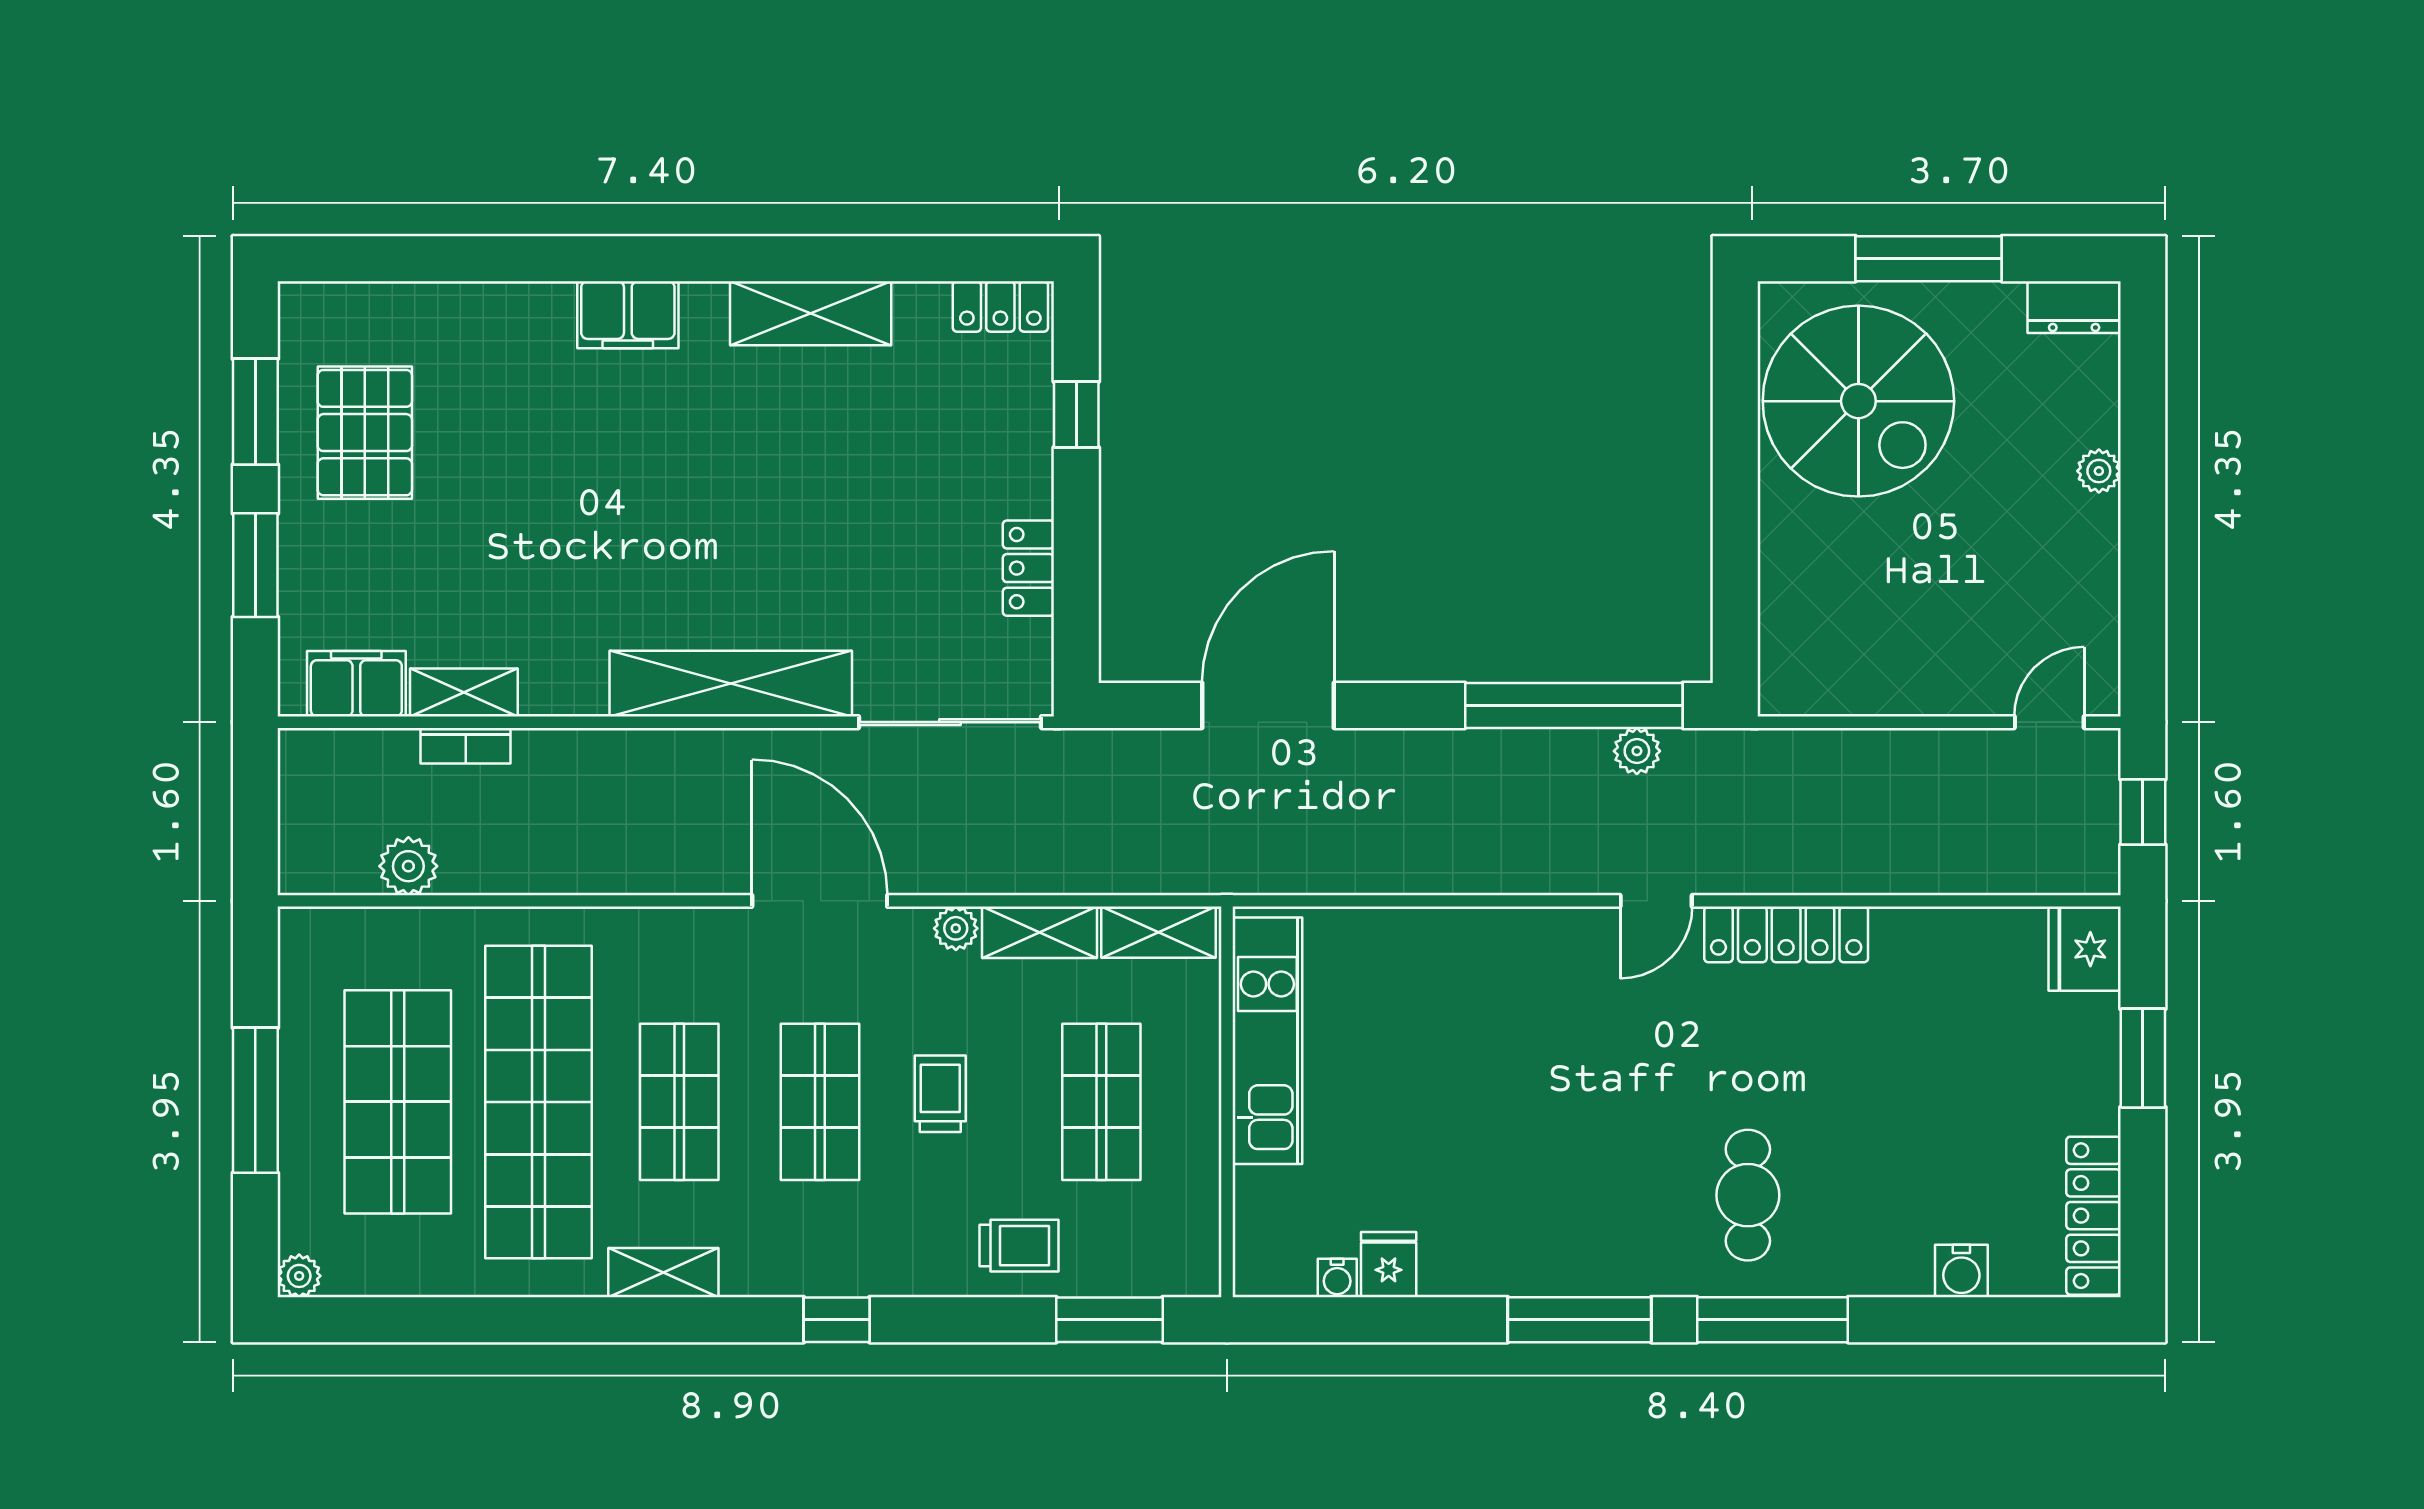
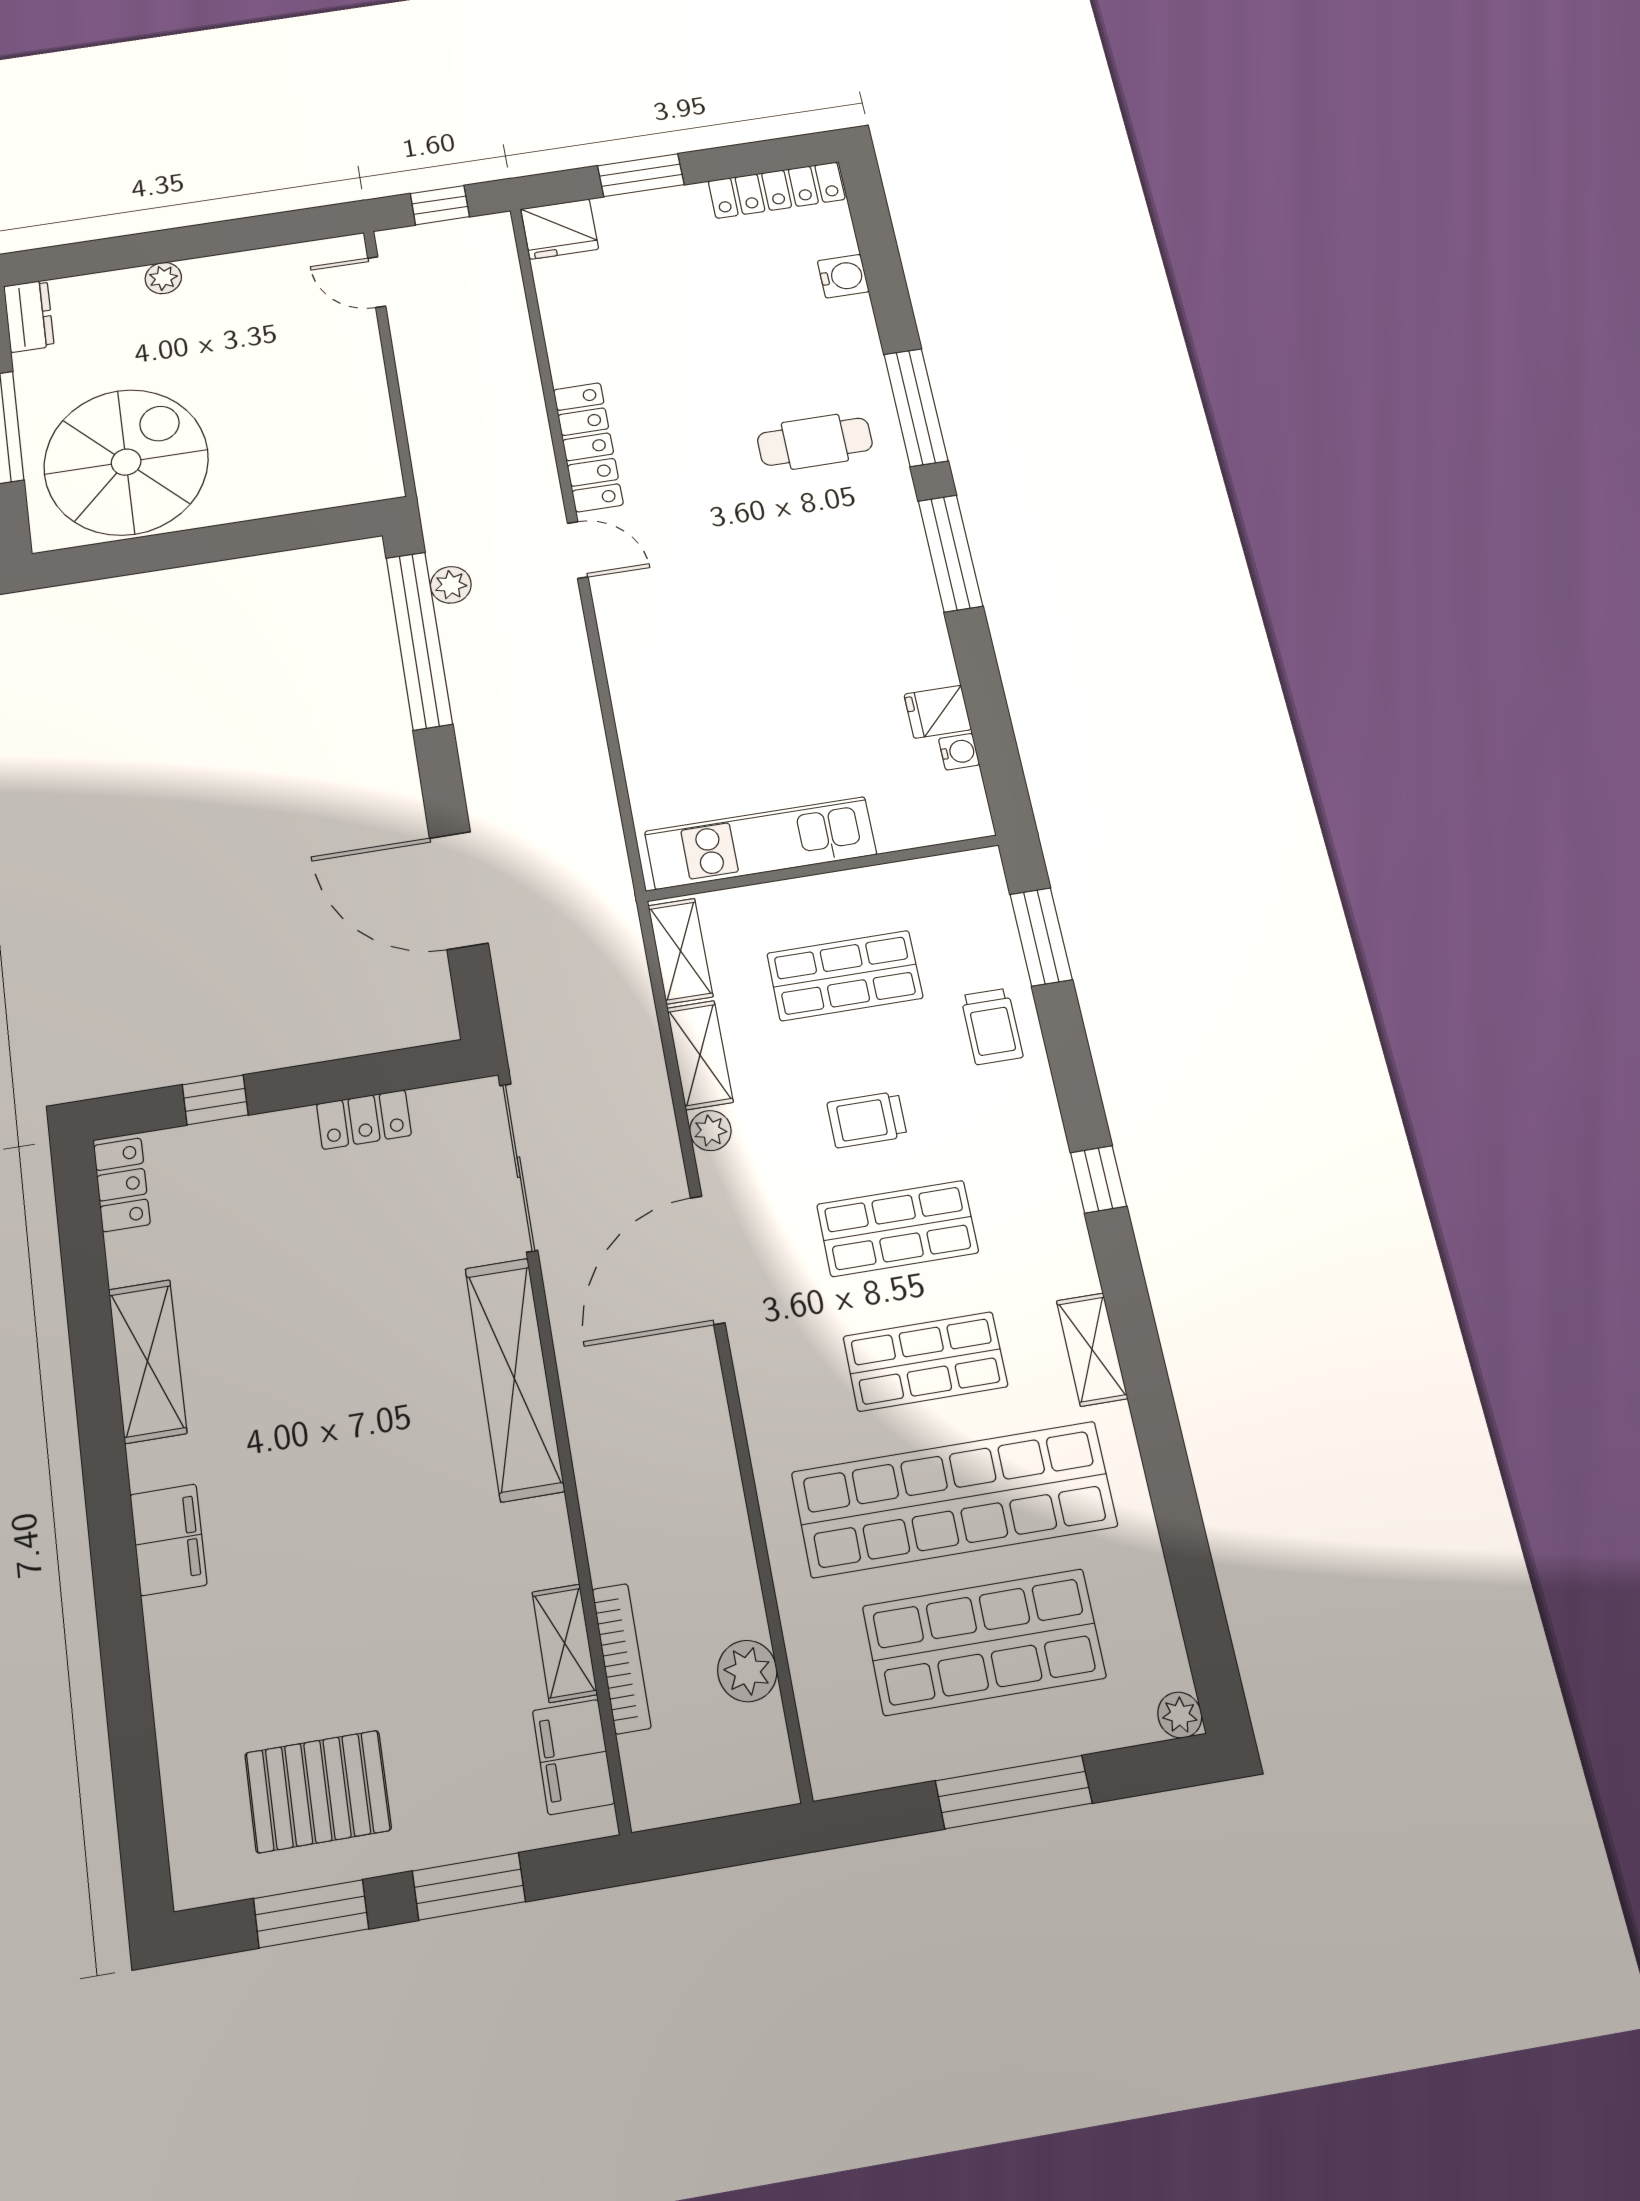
bookcase: (466, 746) -> (622, 1658), width x1.56
trolley: (1019, 1246) -> (992, 1026), turned 180

